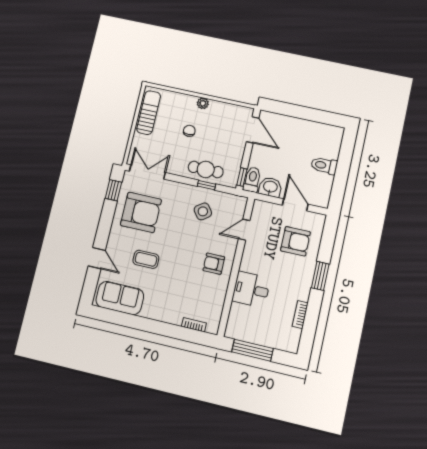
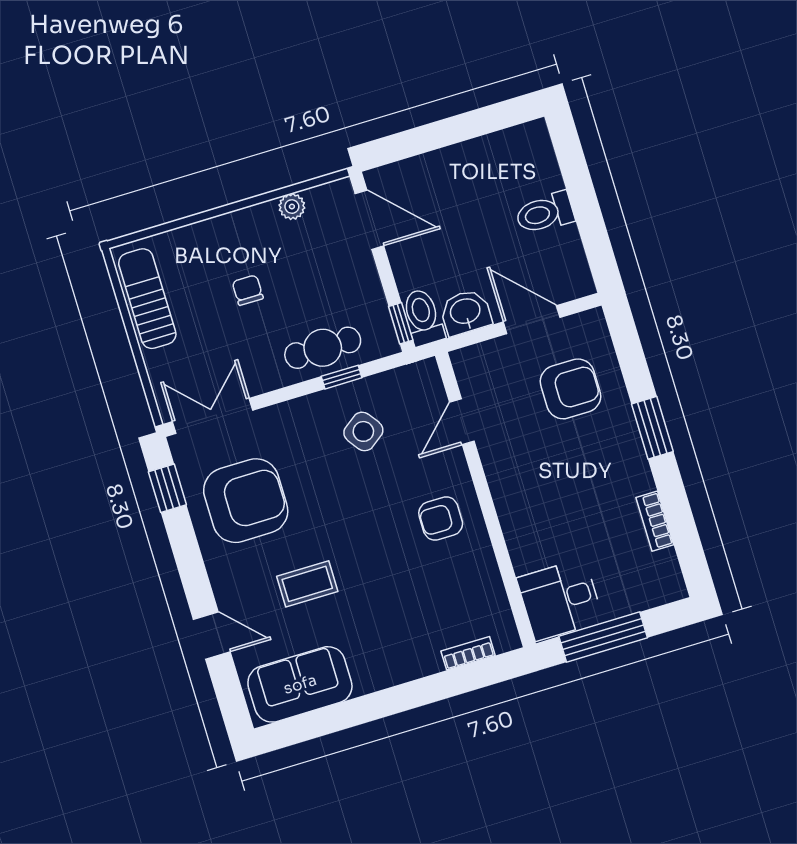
plant: (203, 103) -> (292, 207), moved
desk: (251, 289) -> (560, 599), moved

